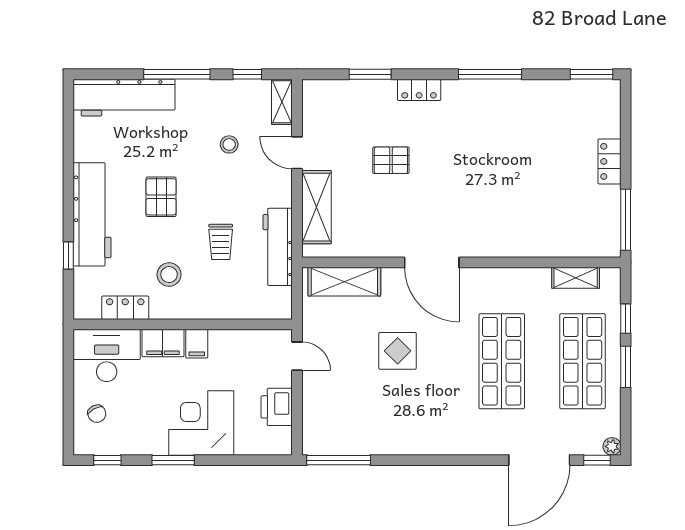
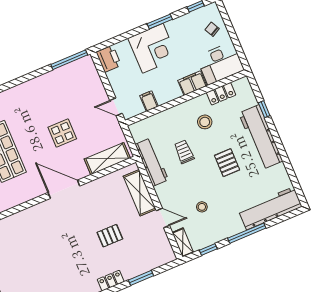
filing cabinet: (197, 344) -> (149, 101), moved
printer: (277, 407) -> (109, 59), moved

